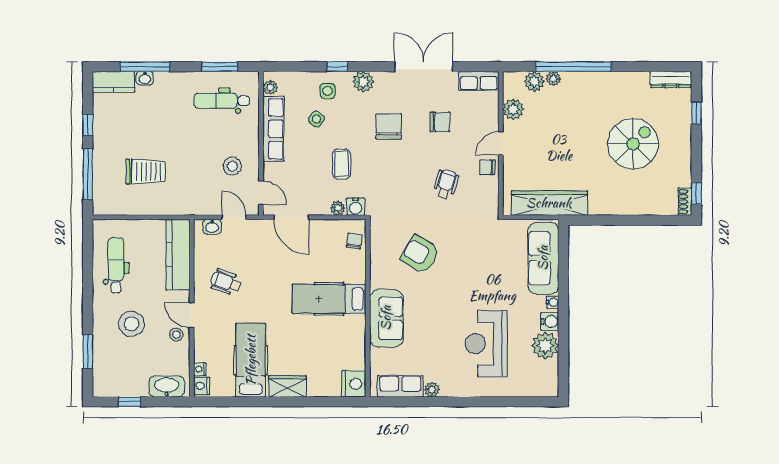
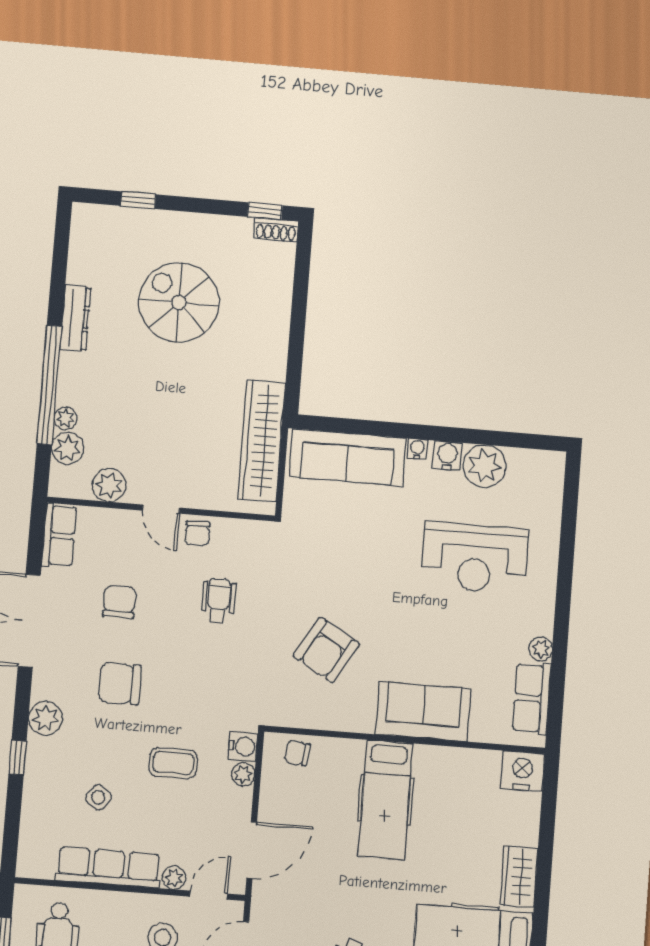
dresser: (671, 79) -> (75, 318), moved
plant: (270, 88) -> (174, 878), moved
side table: (328, 91) -> (55, 776), removed
wheelchair: (446, 184) -> (218, 601), turned 73

